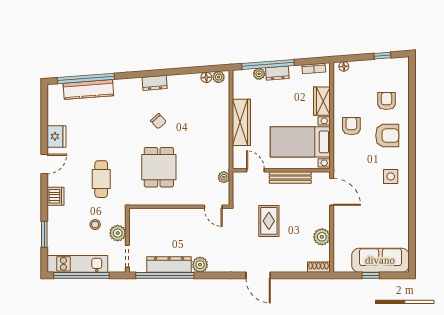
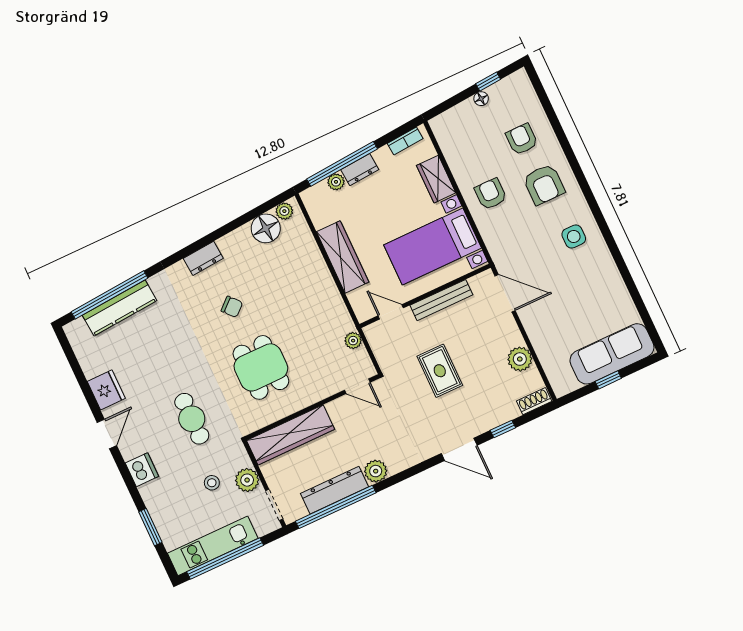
floor lamp: (344, 66) -> (481, 99), moved
floor lamp: (206, 77) -> (266, 228), width x1.89, depth x1.89
armchair: (387, 136) -> (544, 184), turned 90
wardrobe: (158, 218) -> (291, 435), added
window: (291, 275) -> (503, 429), added

